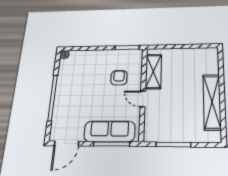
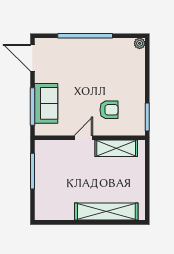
shelving: (212, 102) -> (106, 212), moved
sofa: (110, 131) -> (46, 103), width x0.73

